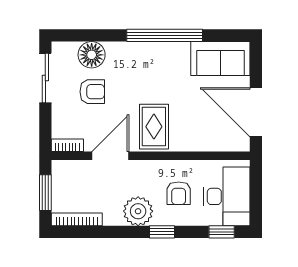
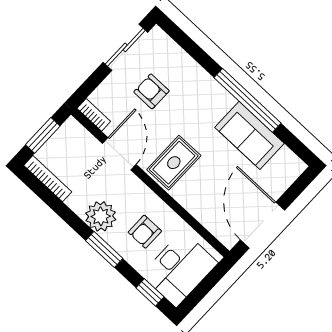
floor lamp: (92, 55) -> (177, 63), removed
sofa: (220, 58) -> (249, 135), moved
armchair: (92, 92) -> (151, 91), turned 180
door: (110, 156) -> (119, 154), hinge flipped
window: (162, 232) -> (104, 249), width x1.50

